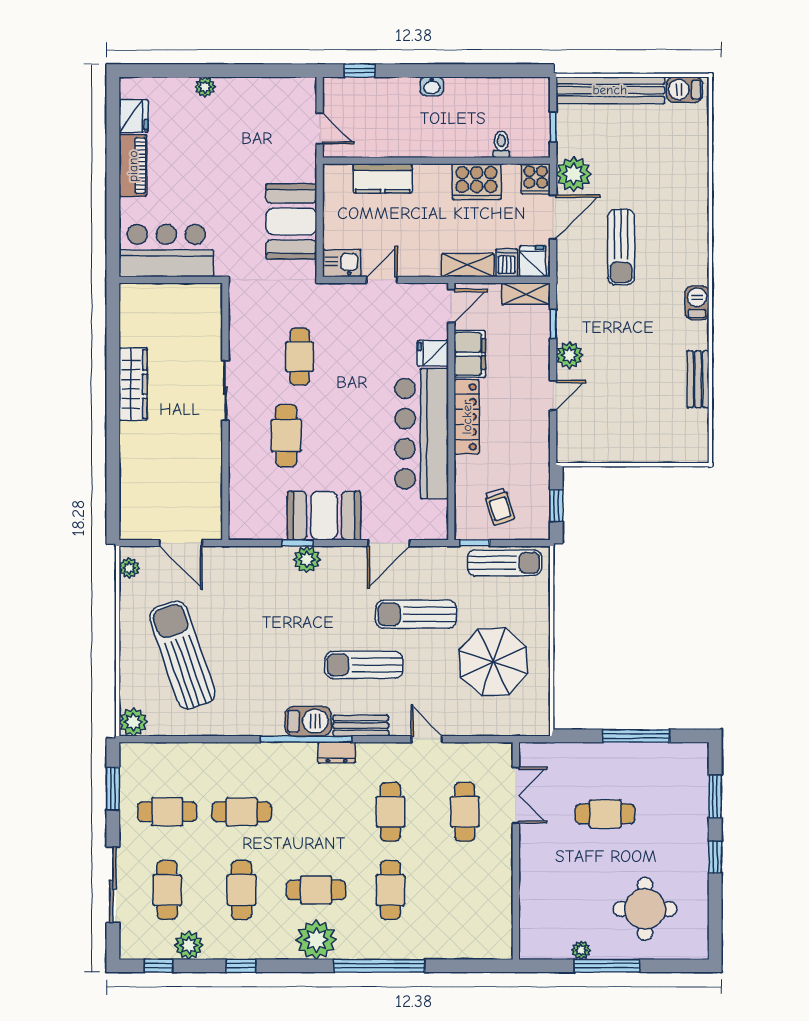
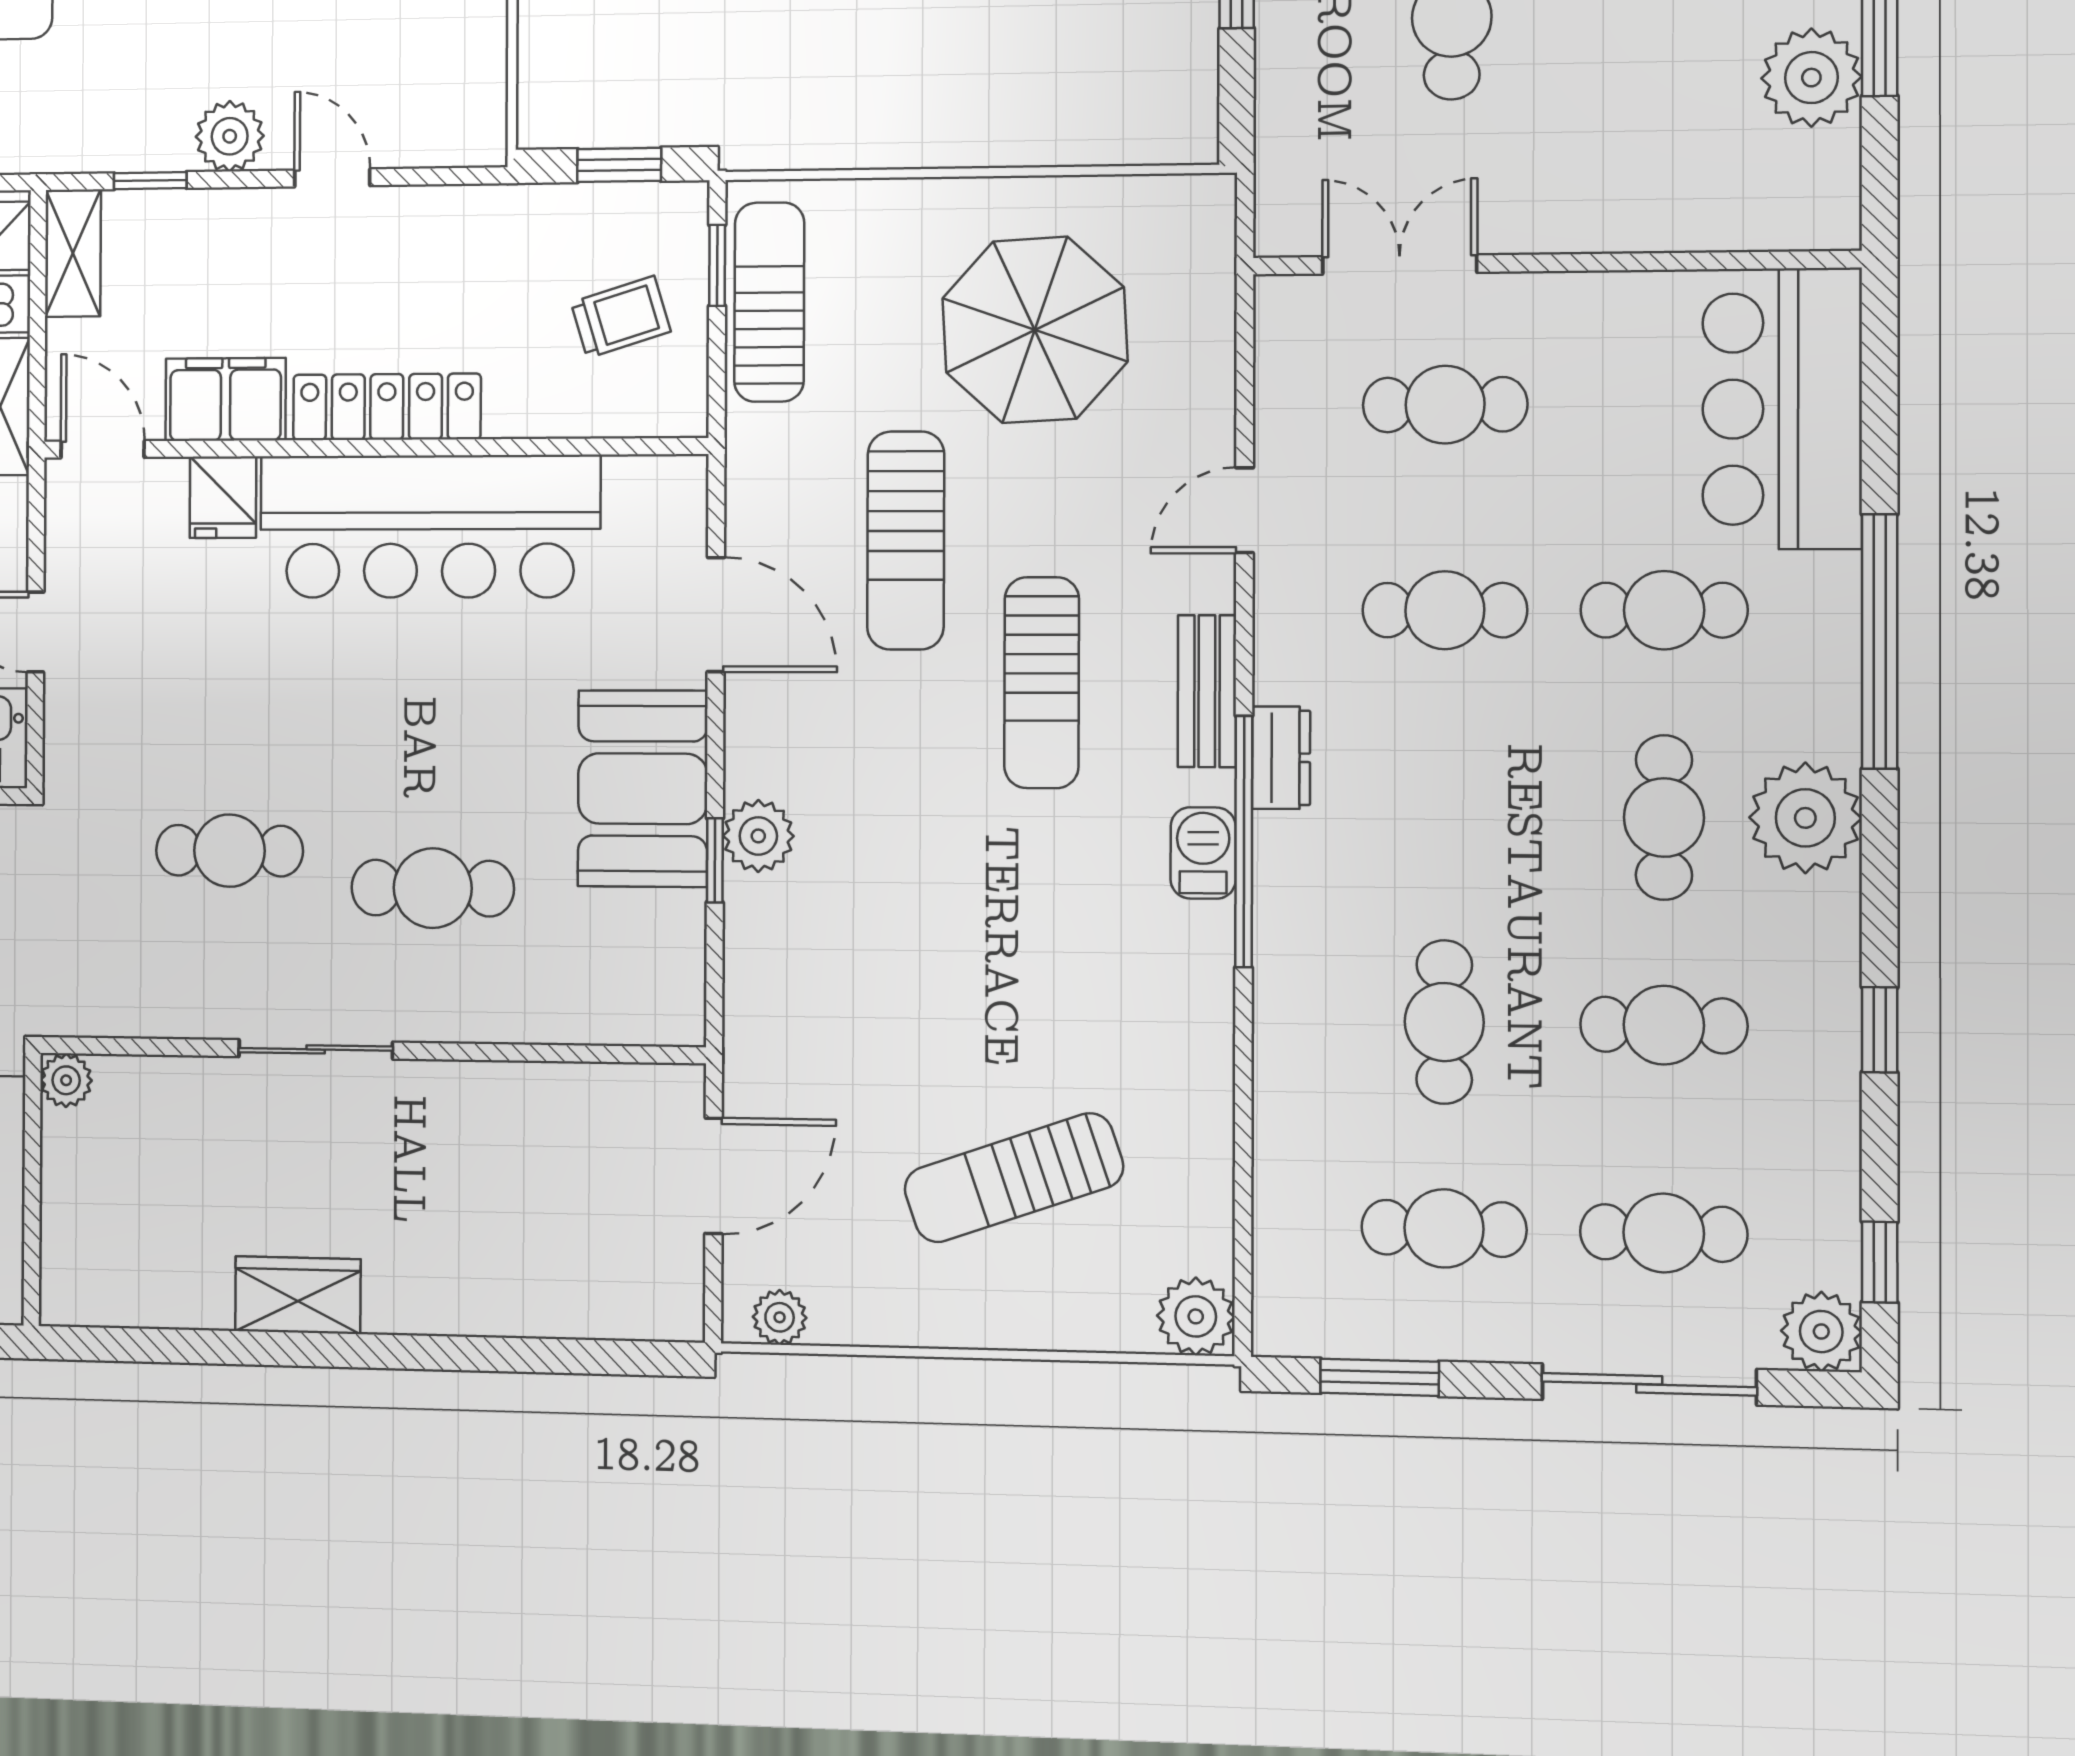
plant: (212, 293) -> (66, 1080), added
wardrobe: (133, 384) -> (298, 1295), width x0.67
window: (475, 543) -> (717, 265), moved
sun lounger: (182, 655) -> (1014, 1178), width x0.73, depth x0.75
barbecue: (308, 721) -> (1203, 853), width x0.73, depth x0.79
cafe table: (167, 812) -> (1444, 1228), turned 90
bar counter: (462, 932) -> (1782, 409), added
plant: (189, 945) -> (1821, 1332), moved
plant: (581, 950) -> (1811, 78), width x1.87, depth x1.87

